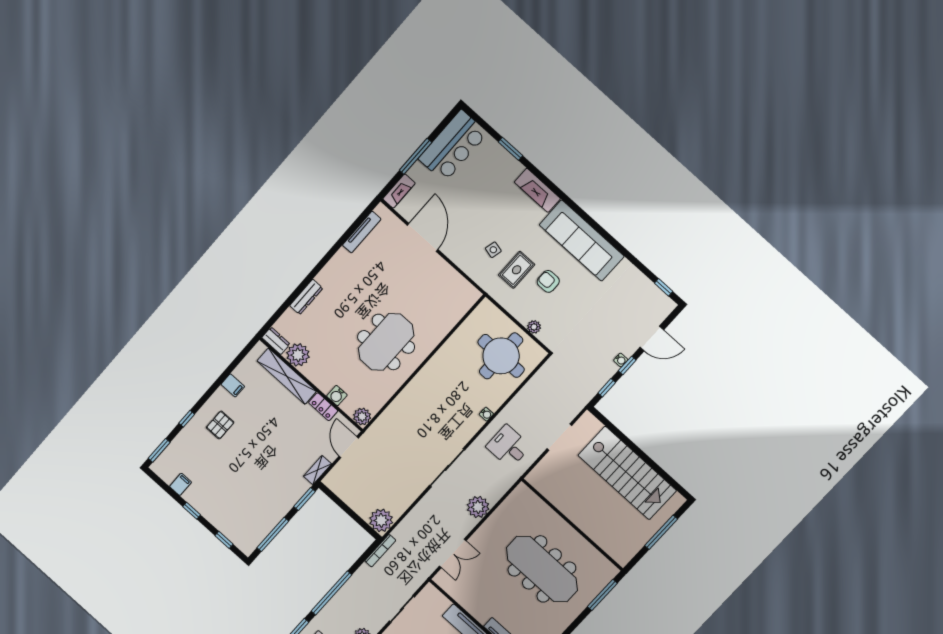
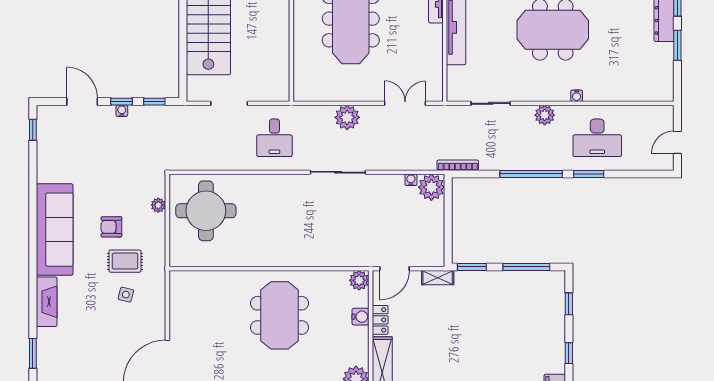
armchair: (548, 281) -> (111, 227), turned 90
meeting table: (386, 342) -> (279, 315), turned 90
water cooler: (486, 414) -> (411, 180), moved

